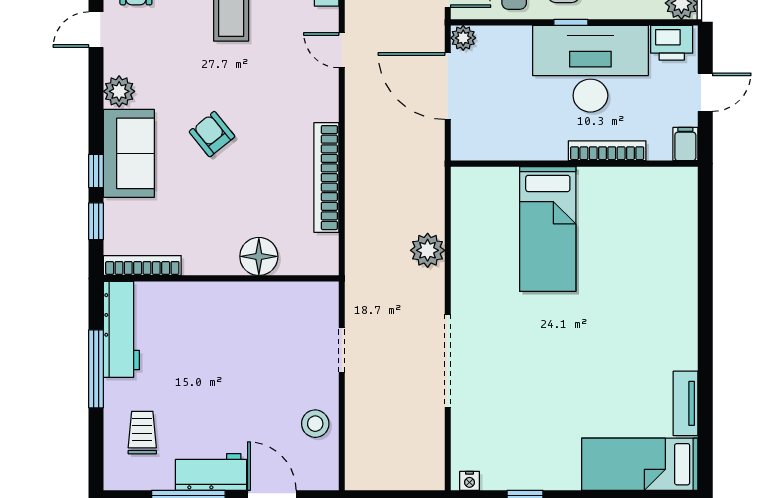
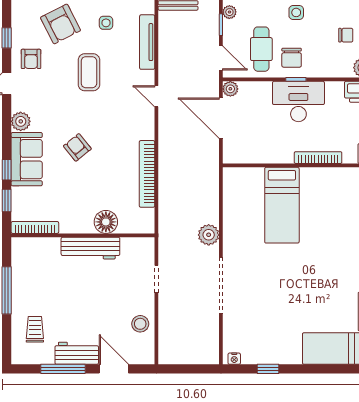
desk: (590, 69) -> (298, 101), width x0.73, depth x0.77
plant: (428, 250) -> (209, 235), moved
workbench: (121, 329) -> (90, 248), moved, turned 90

